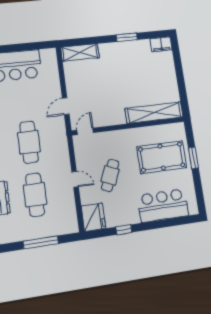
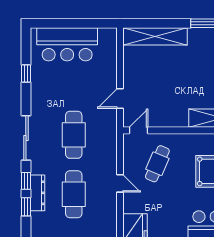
shelving: (80, 52) -> (155, 36), width x1.47
cafe table: (110, 175) -> (157, 164), moved

